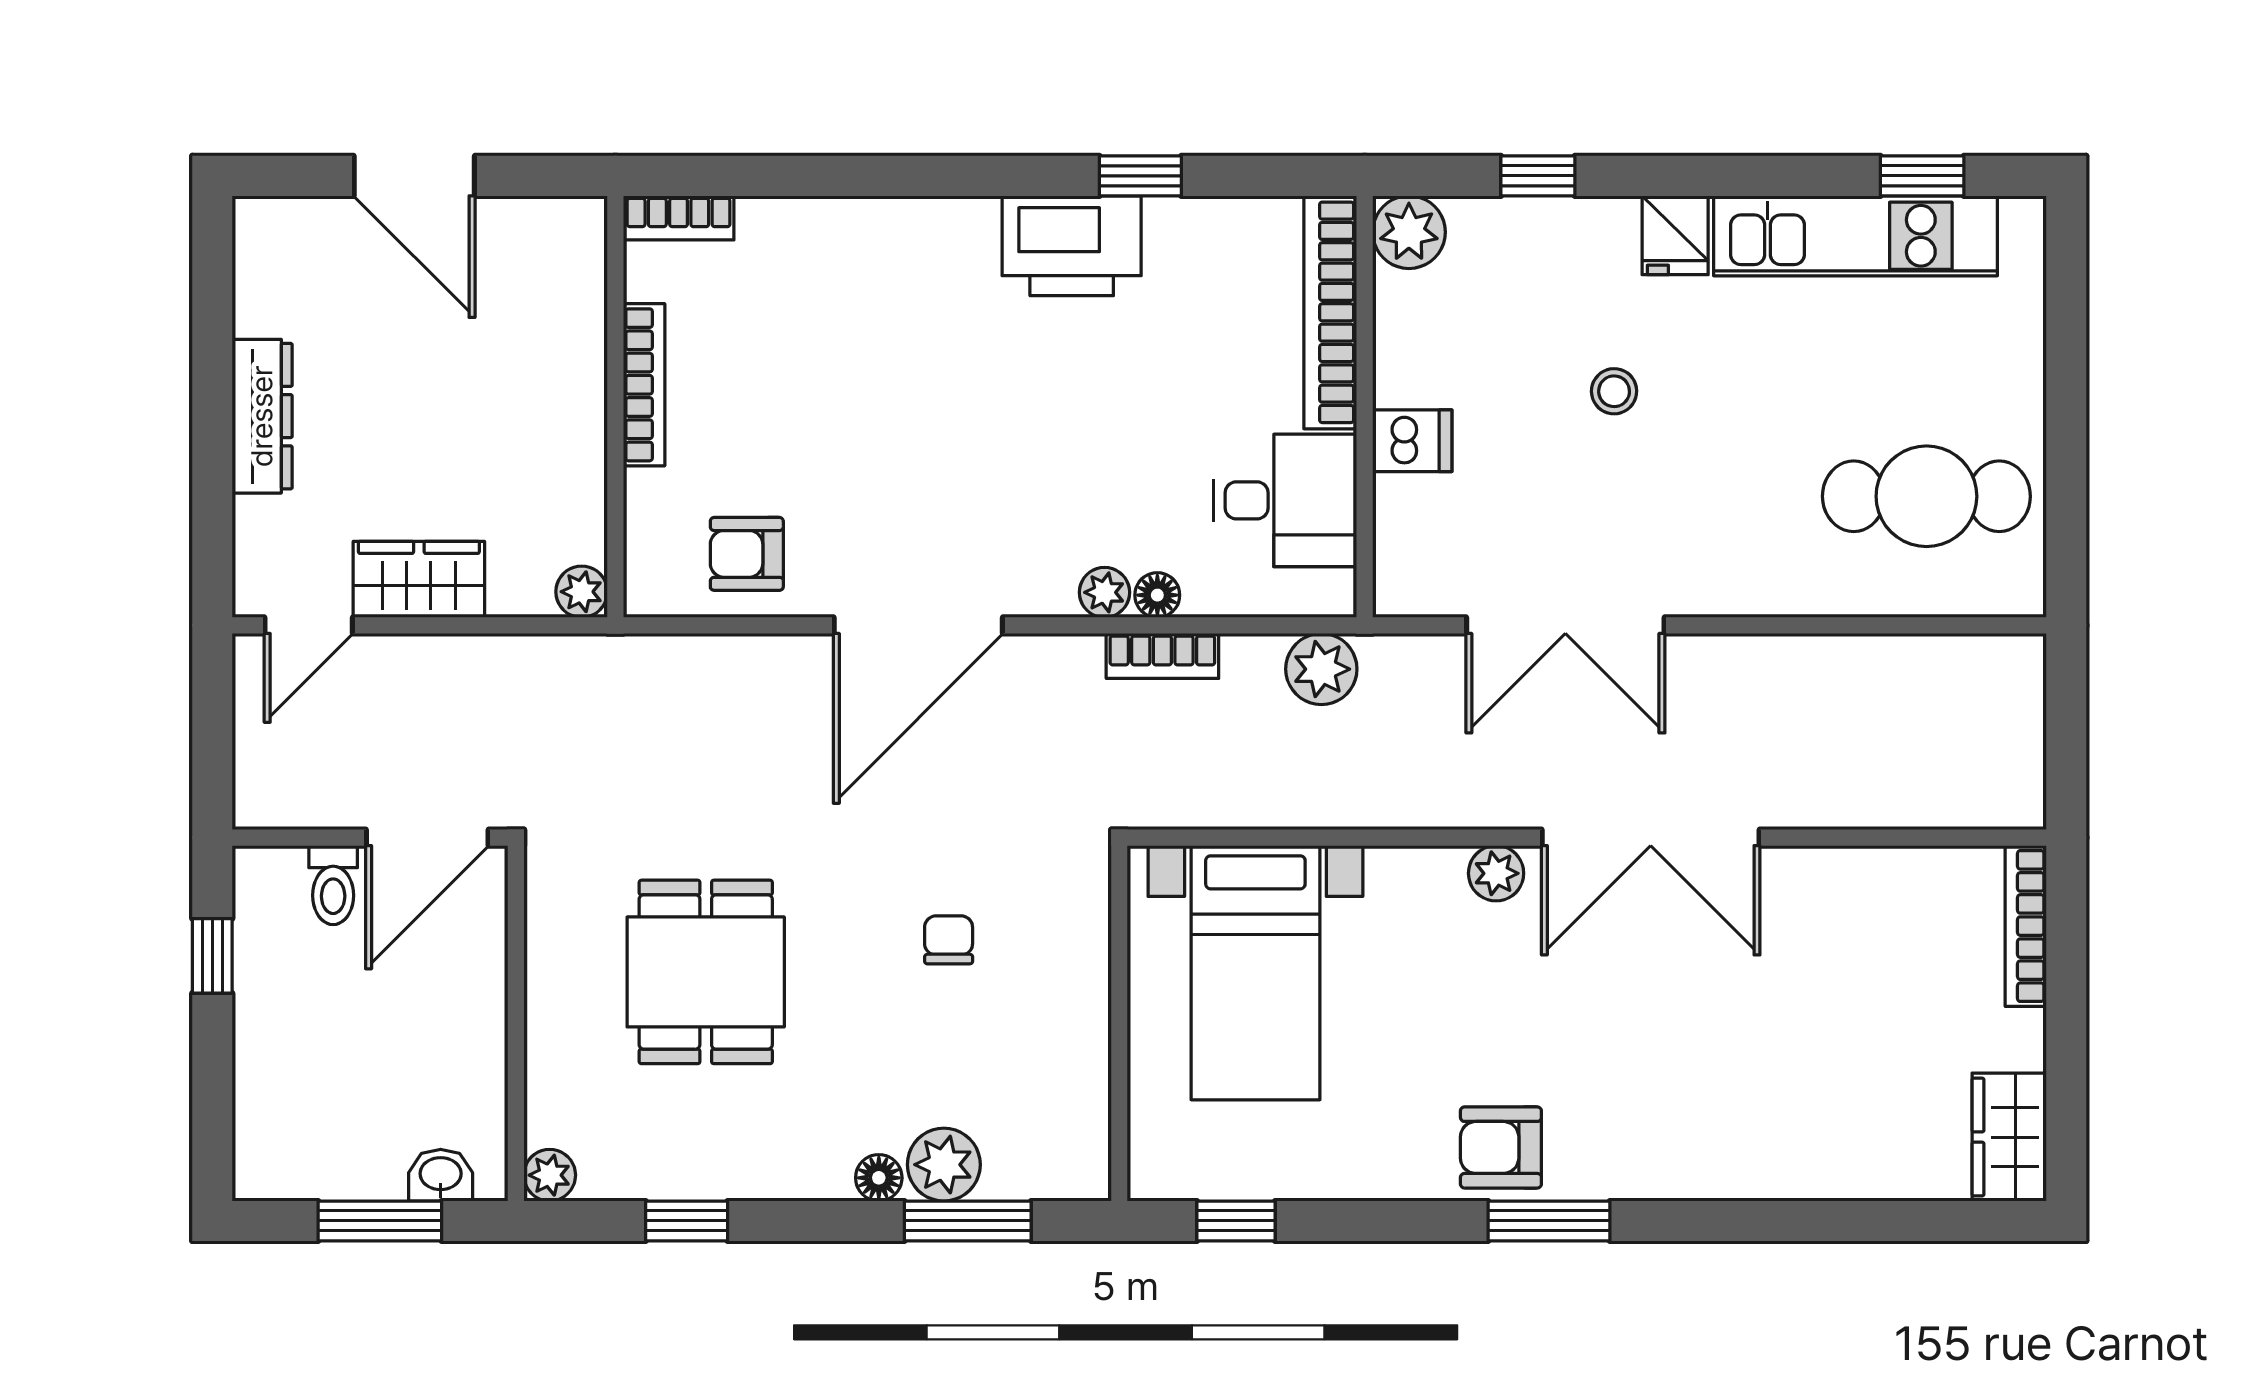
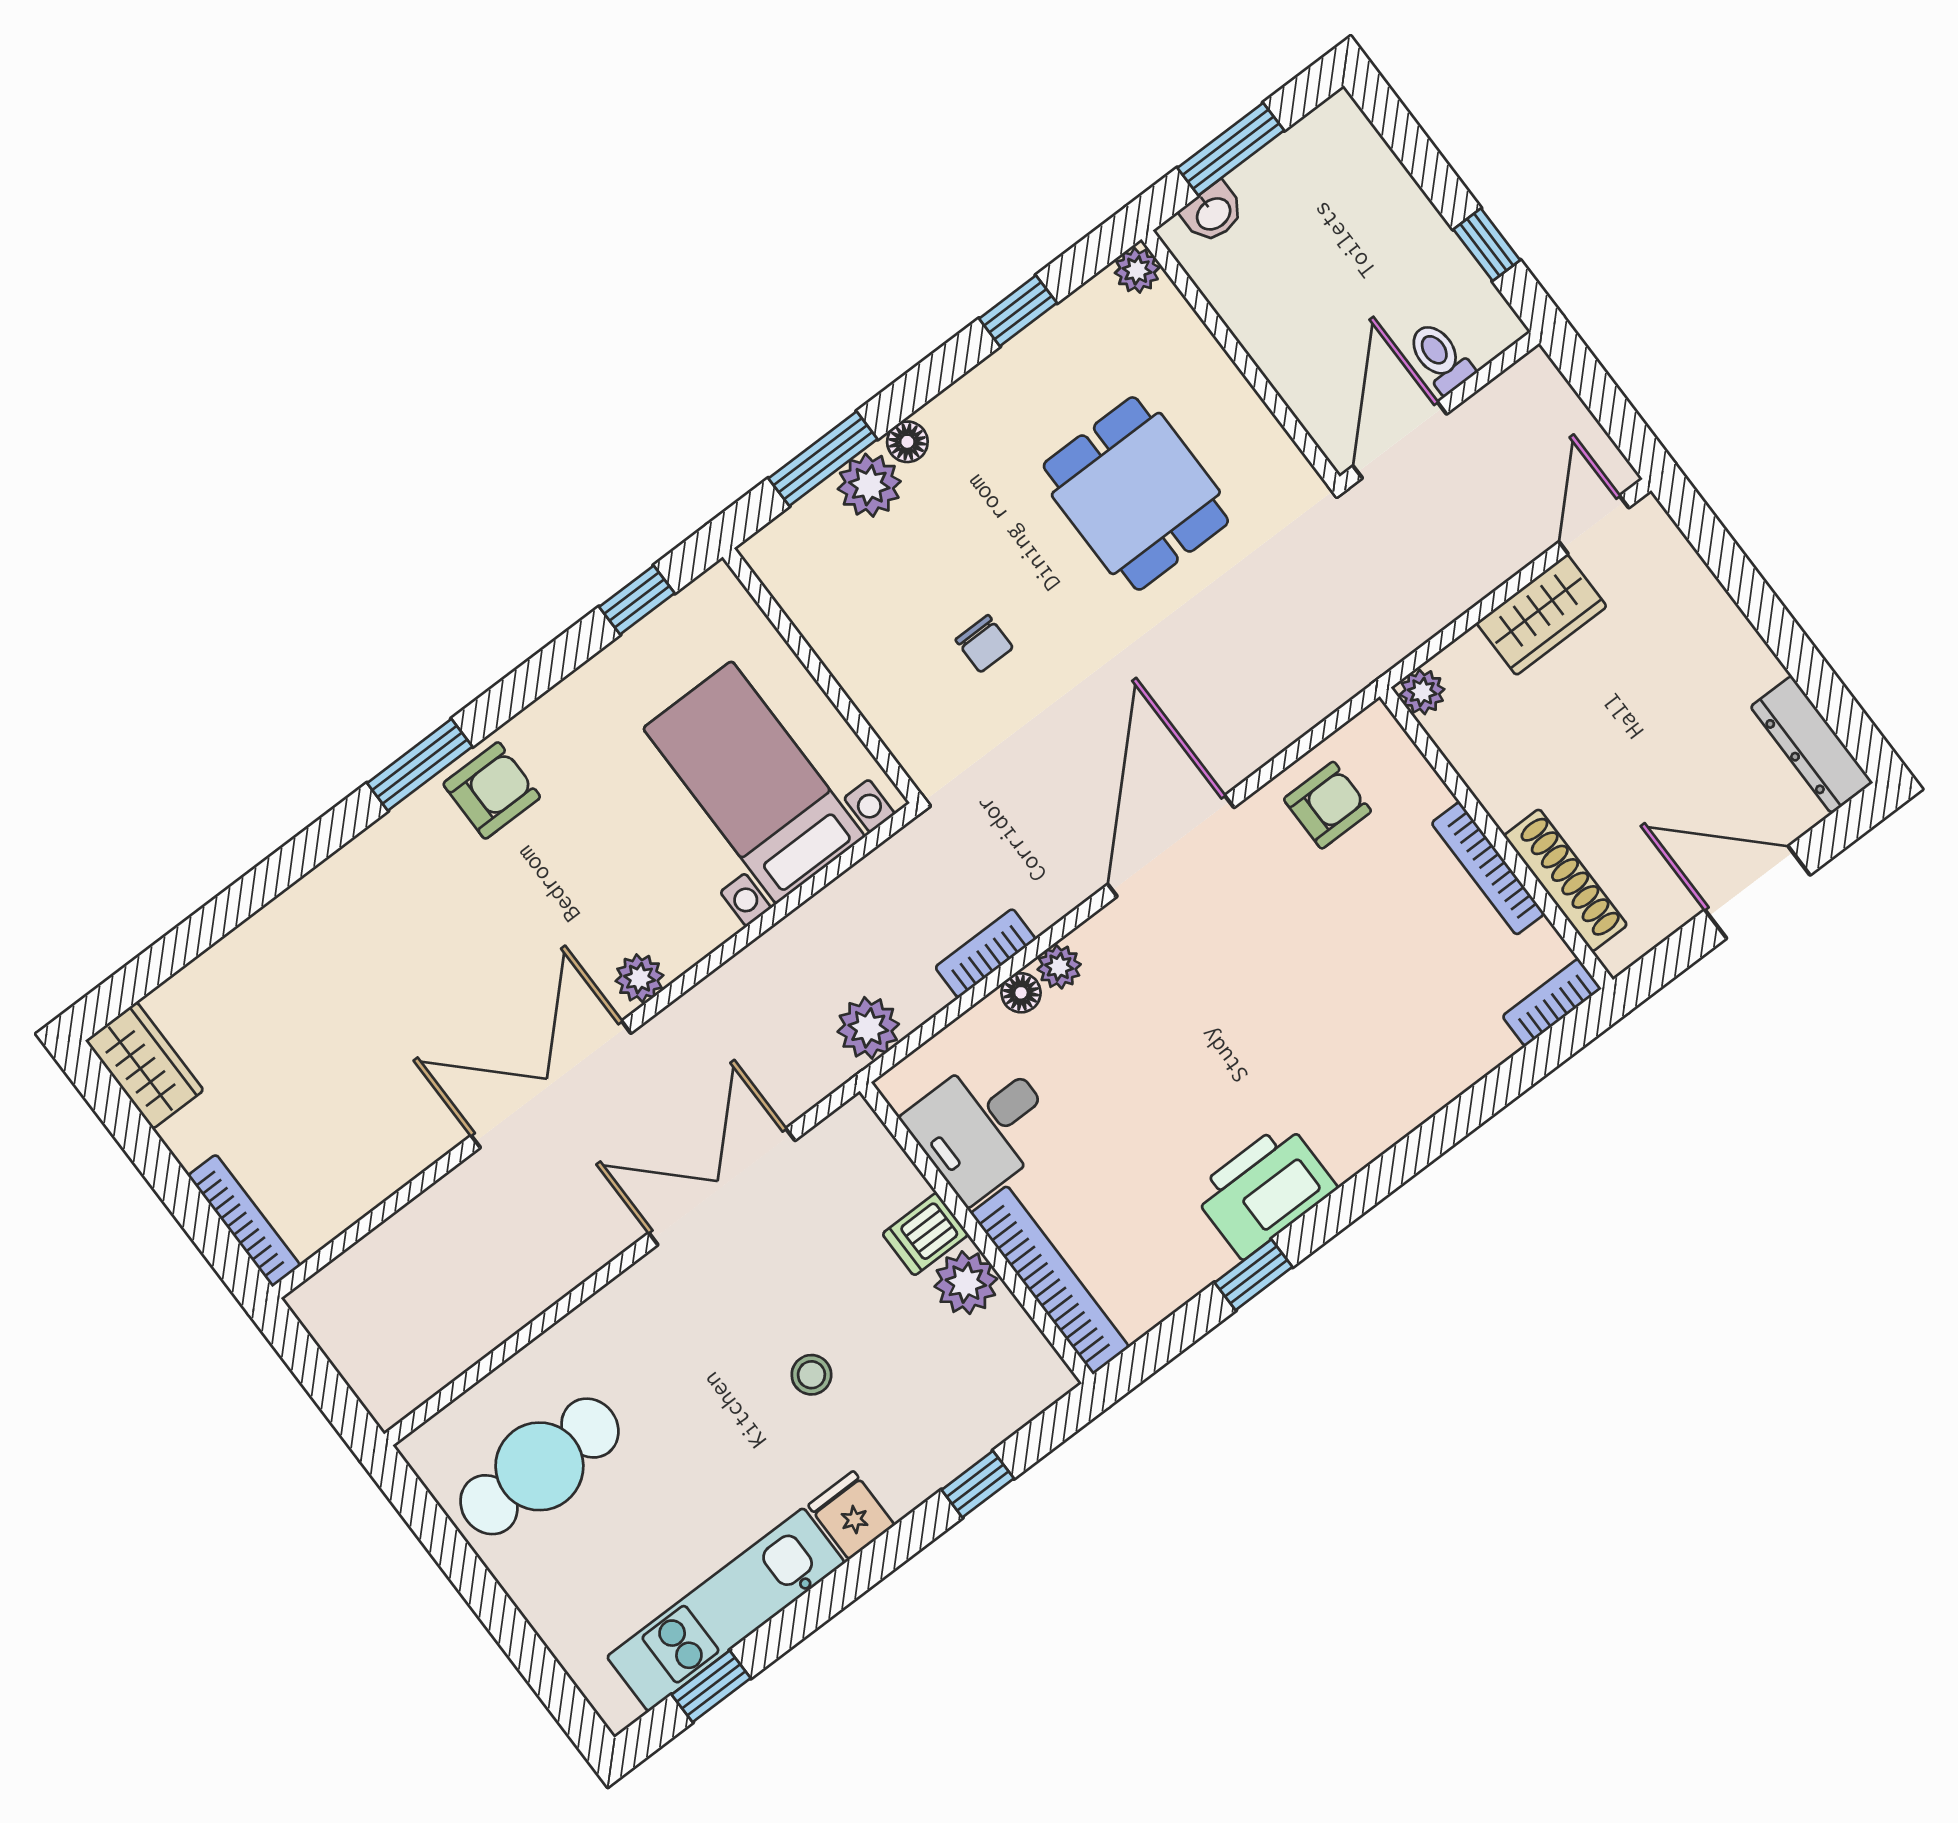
plant: (1409, 232) -> (966, 1283), moved
shoe rack: (581, 320) -> (1565, 880), added
dresser: (262, 416) -> (1811, 744), moved

